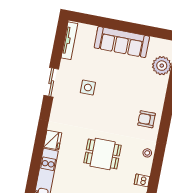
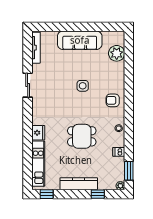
side table: (88, 88) -> (83, 86), moved

